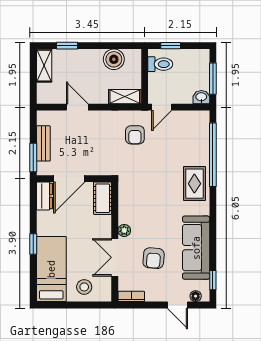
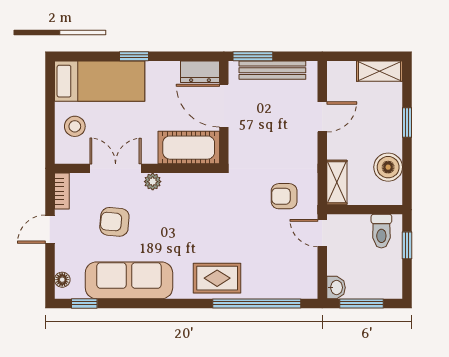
window: (67, 46) -> (407, 122), moved
bench: (43, 143) -> (272, 70), width x1.36
cot: (103, 198) -> (189, 148), width x1.37, depth x1.34
door: (177, 305) -> (50, 229), moved

